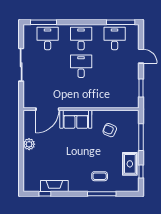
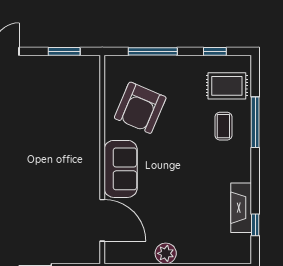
desk: (81, 66) -> (25, 159), removed
armchair: (110, 130) -> (140, 108), width x1.88, depth x1.88
rug: (130, 164) -> (227, 86), moved

